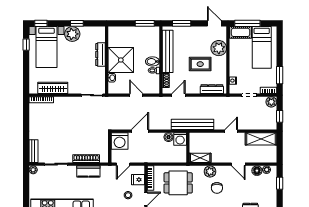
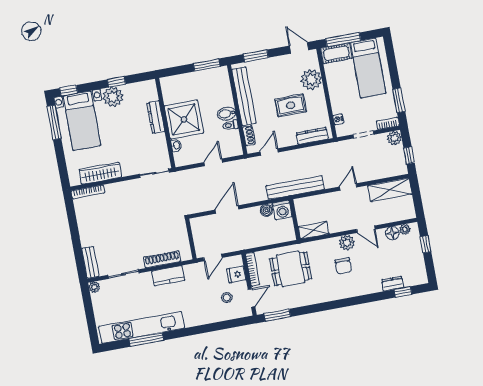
window: (26, 45) -> (54, 122), width x2.17
door: (136, 95) -> (213, 162), hinge flipped
washing machine: (120, 141) -> (202, 228), removed
plant: (210, 171) -> (347, 243), moved

